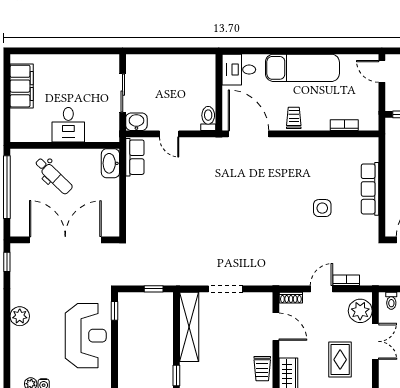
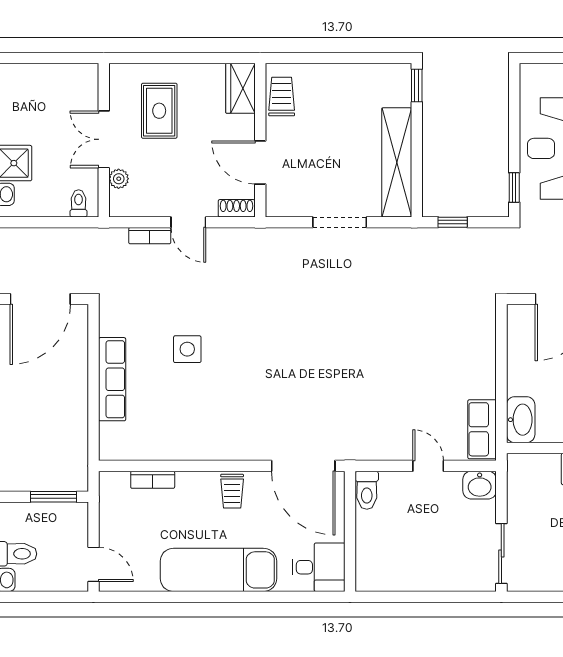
sliding door: (123, 93) -> (501, 554), moved
door: (322, 289) -> (188, 222), hinge flipped
plant: (360, 311) -> (119, 179), width x0.53, depth x0.53

